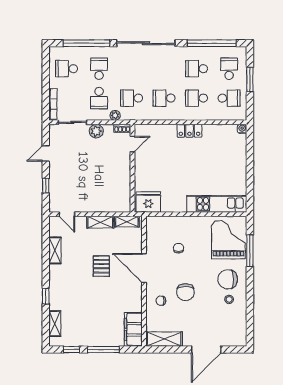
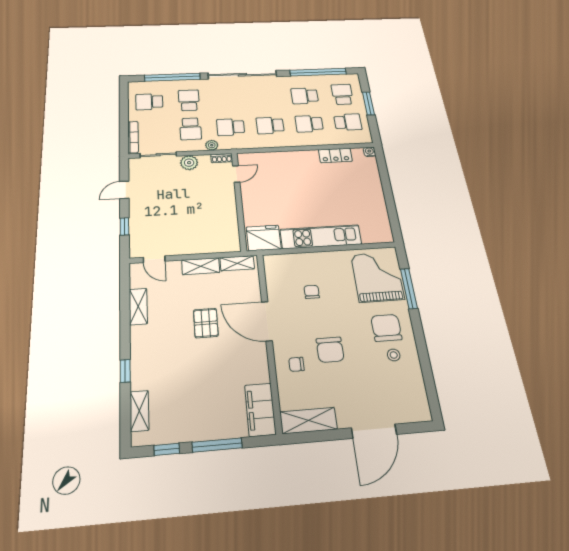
locker: (189, 131) -> (335, 155), moved
kitchen unit: (217, 204) -> (321, 237), moved
chair: (228, 279) -> (386, 328), turned 90

